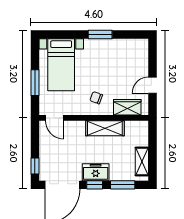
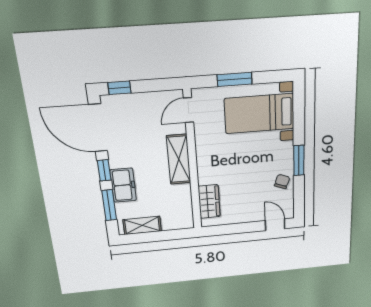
door: (152, 85) -> (275, 225), moved
chair: (96, 98) -> (282, 181), moved
shelving: (105, 128) -> (179, 159), moved
freezer: (96, 172) -> (123, 185), moved

